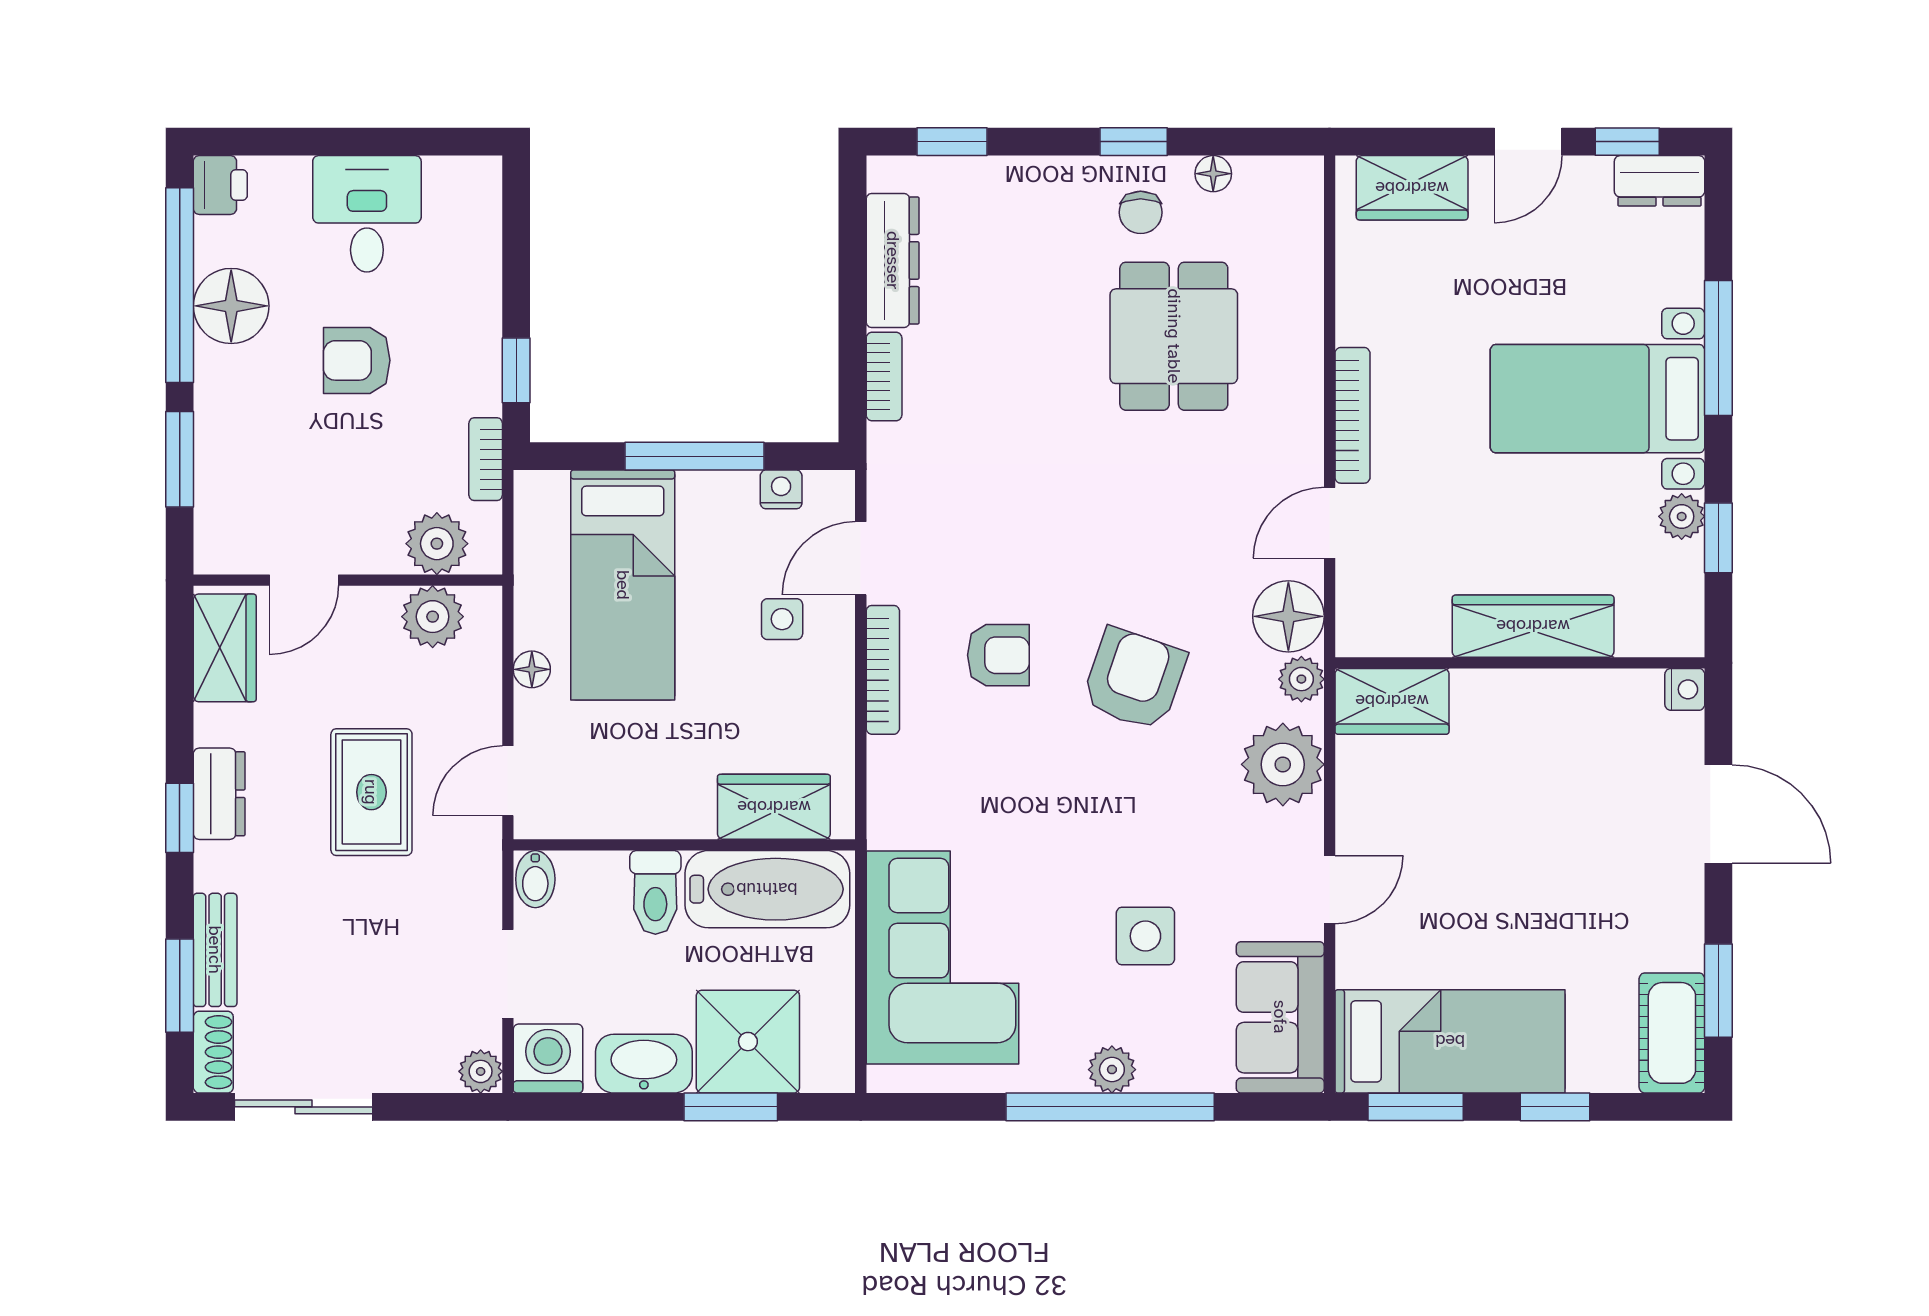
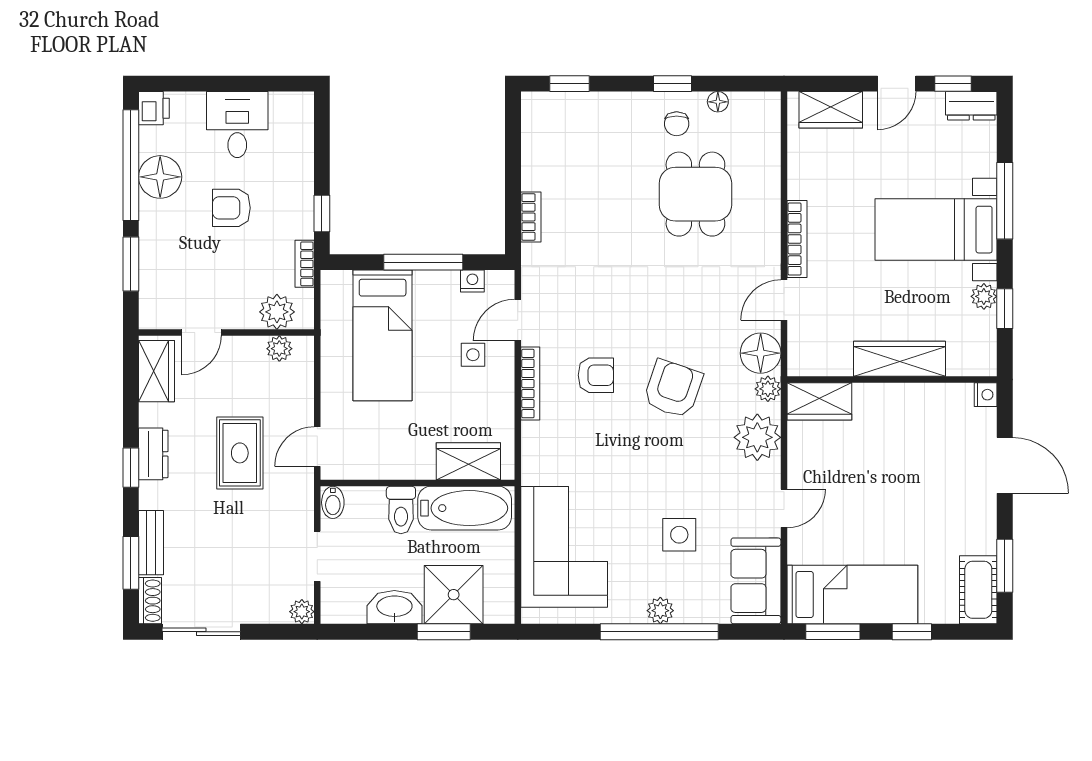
dresser: (893, 260) -> (536, 151), removed
plant: (433, 617) -> (279, 349), width x0.73, depth x0.73
floor lamp: (532, 669) -> (331, 383), removed
washing machine: (548, 1058) -> (340, 604), removed

